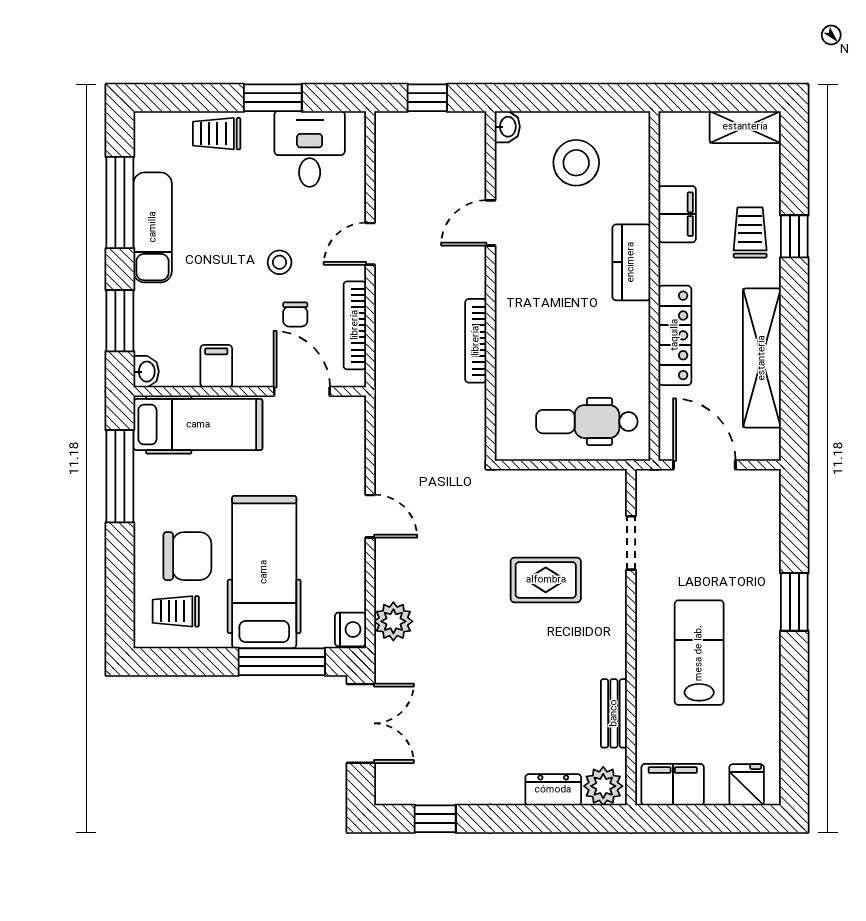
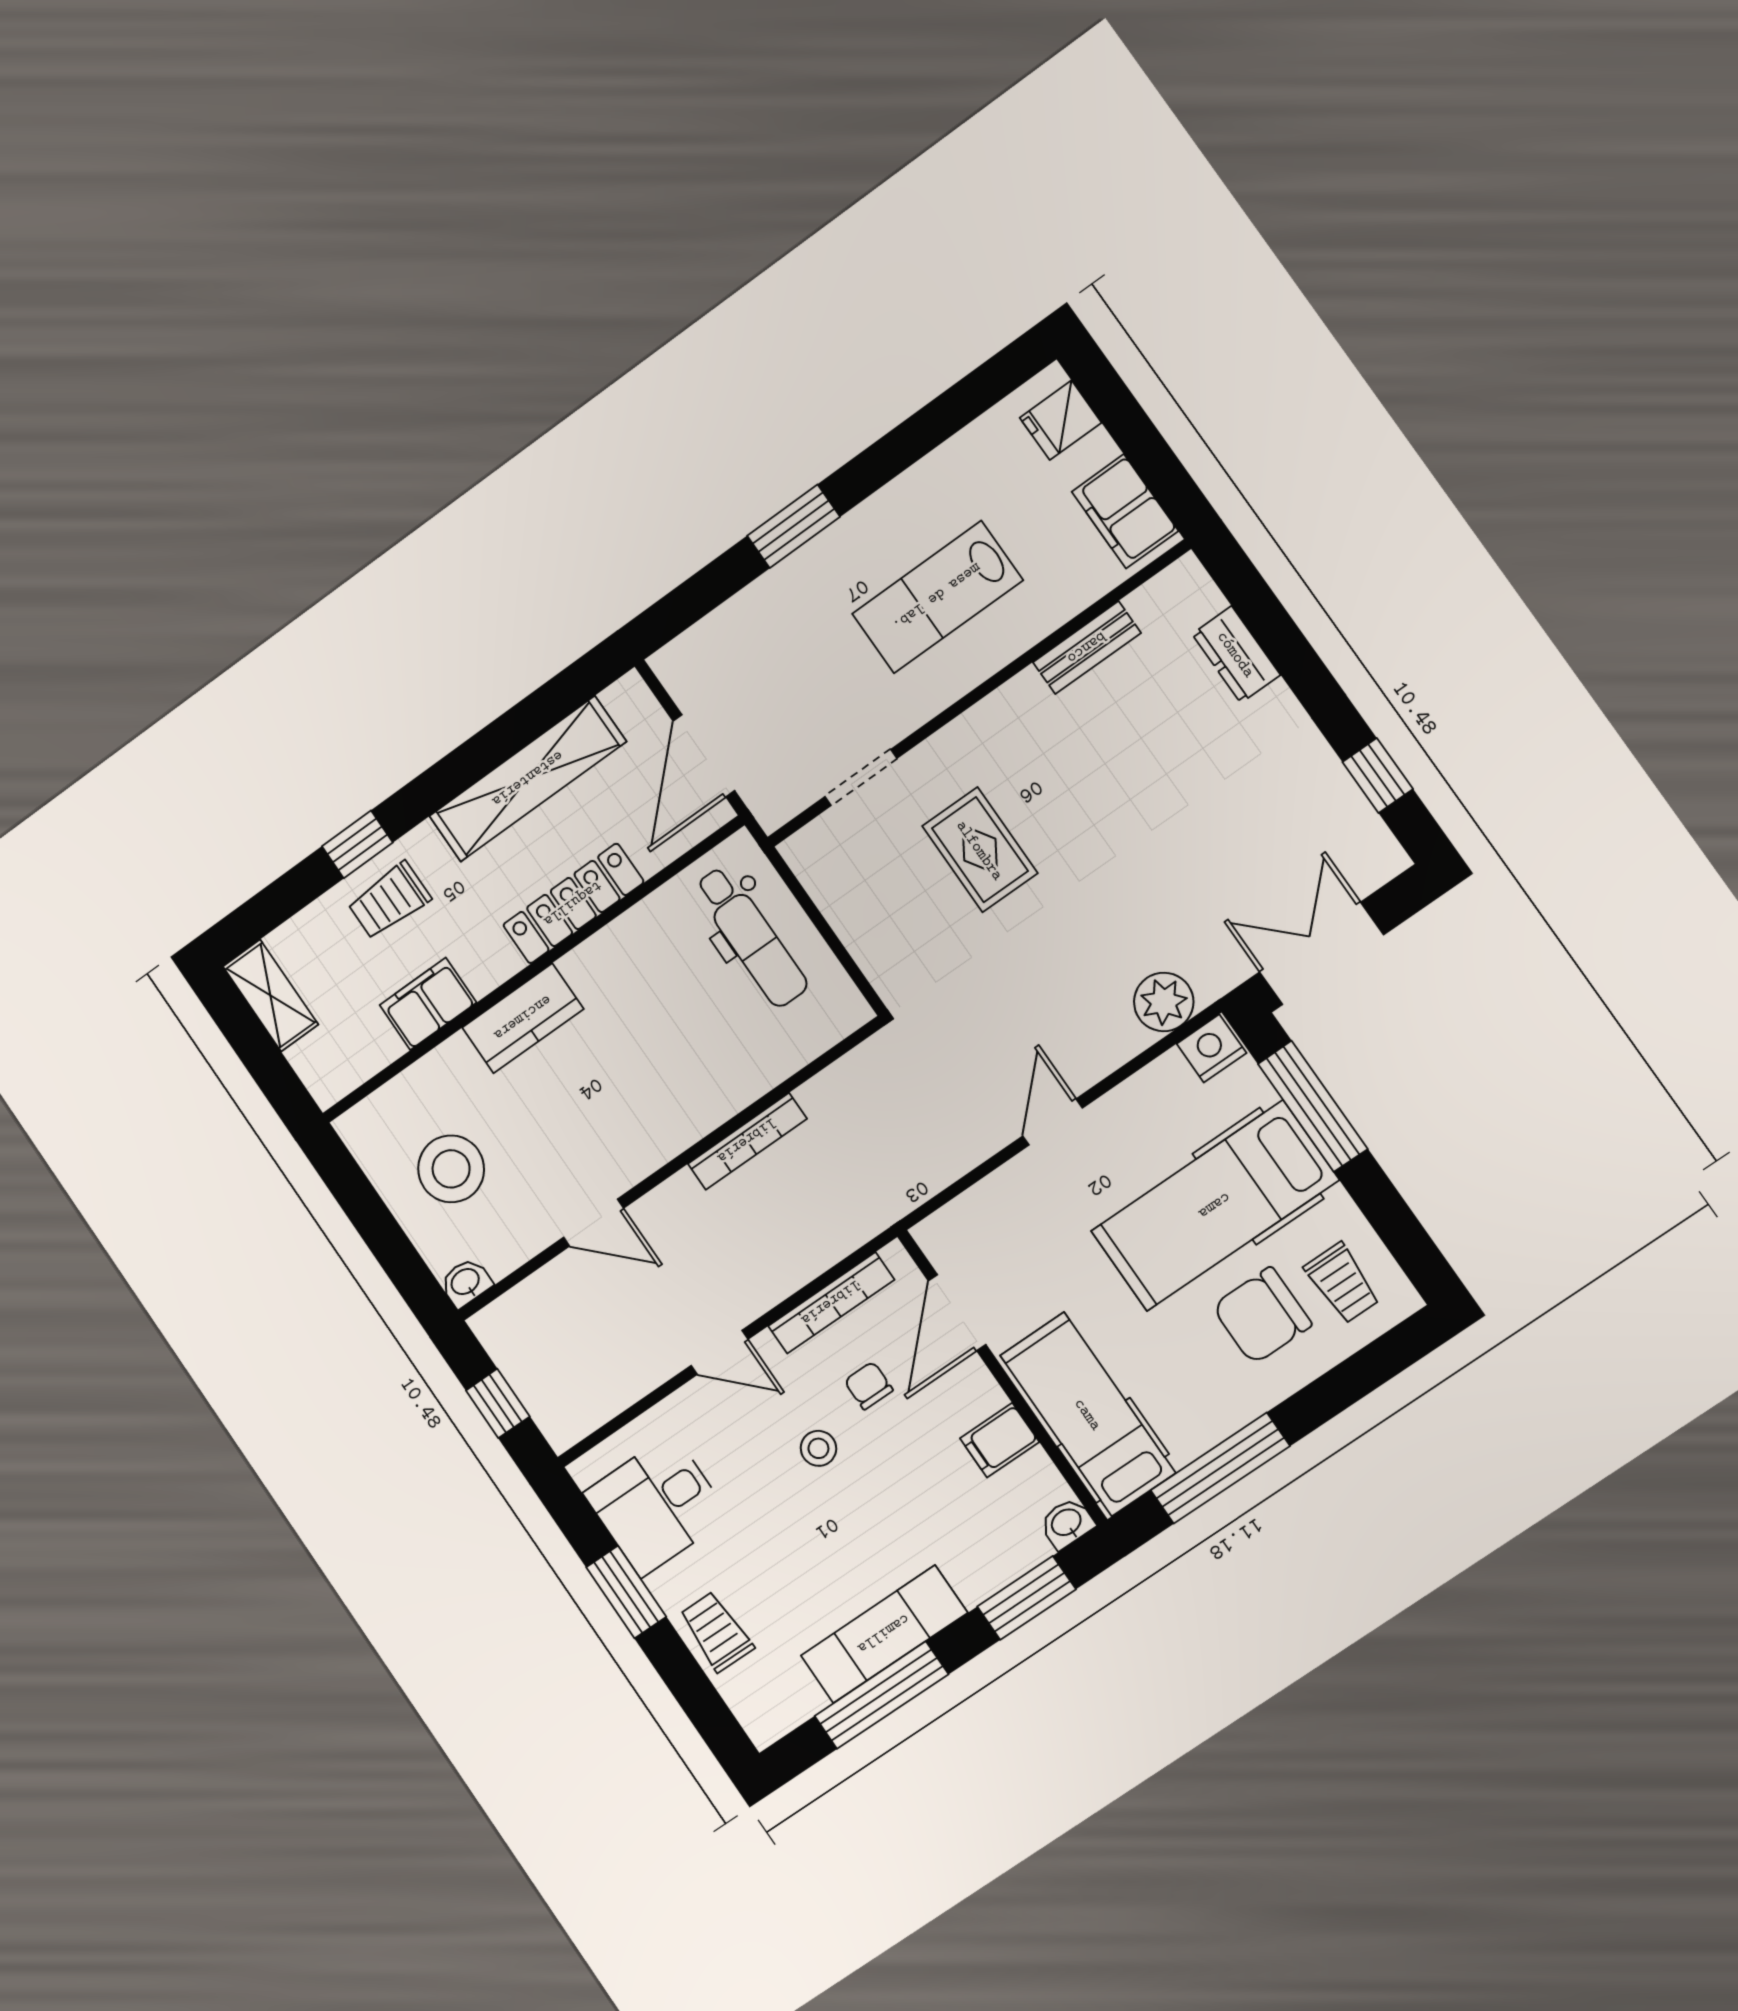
trolley: (217, 134) -> (716, 1632), turned 180
chair: (295, 314) -> (869, 1386), turned -90
chair: (187, 556) -> (1262, 1316), turned -90
plant: (603, 786) -> (1188, 596), removed

